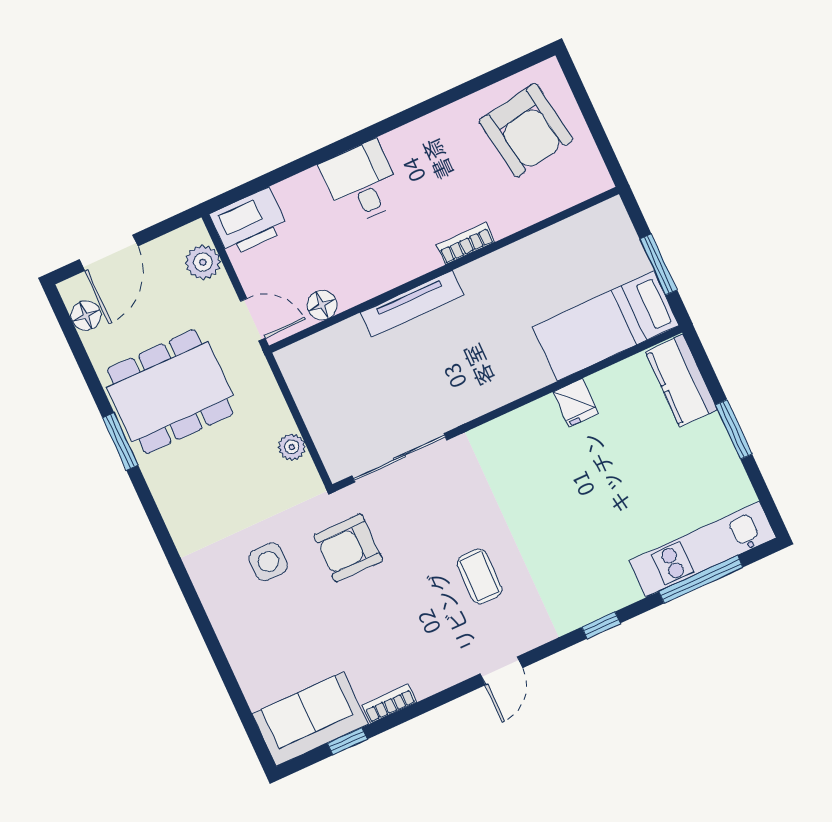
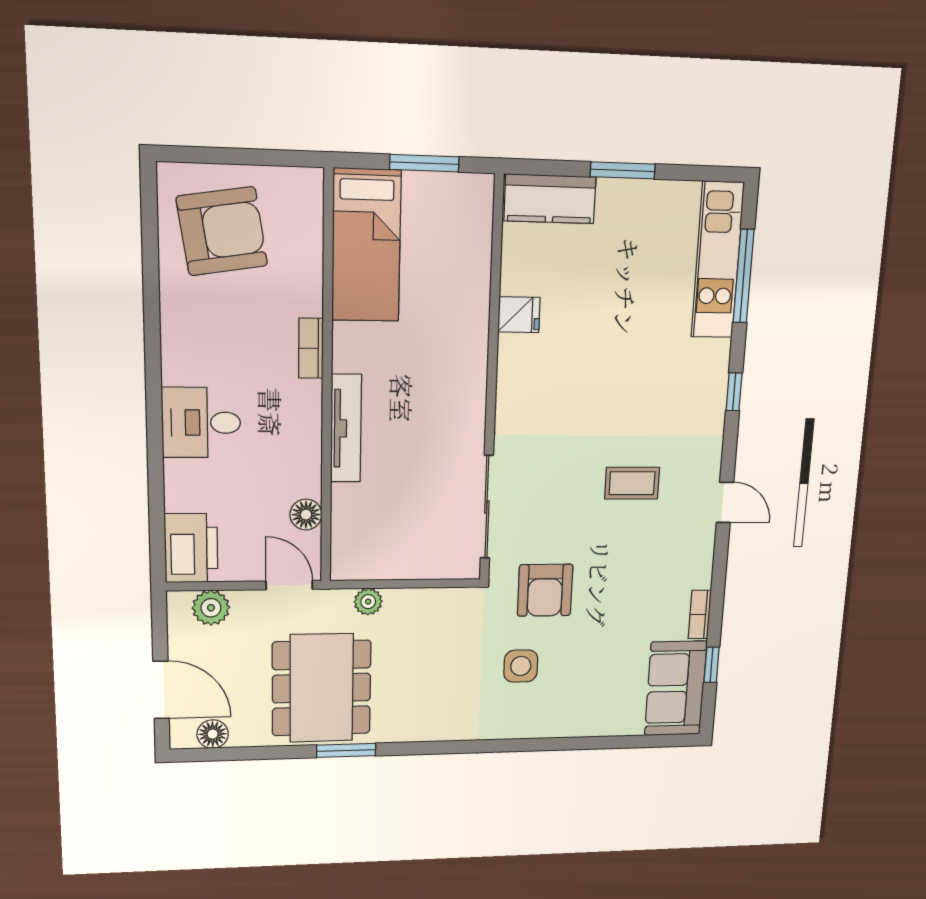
door: (253, 320) -> (289, 585), hinge flipped
bed: (606, 326) -> (366, 246), moved
plant: (292, 447) -> (368, 602), moved

